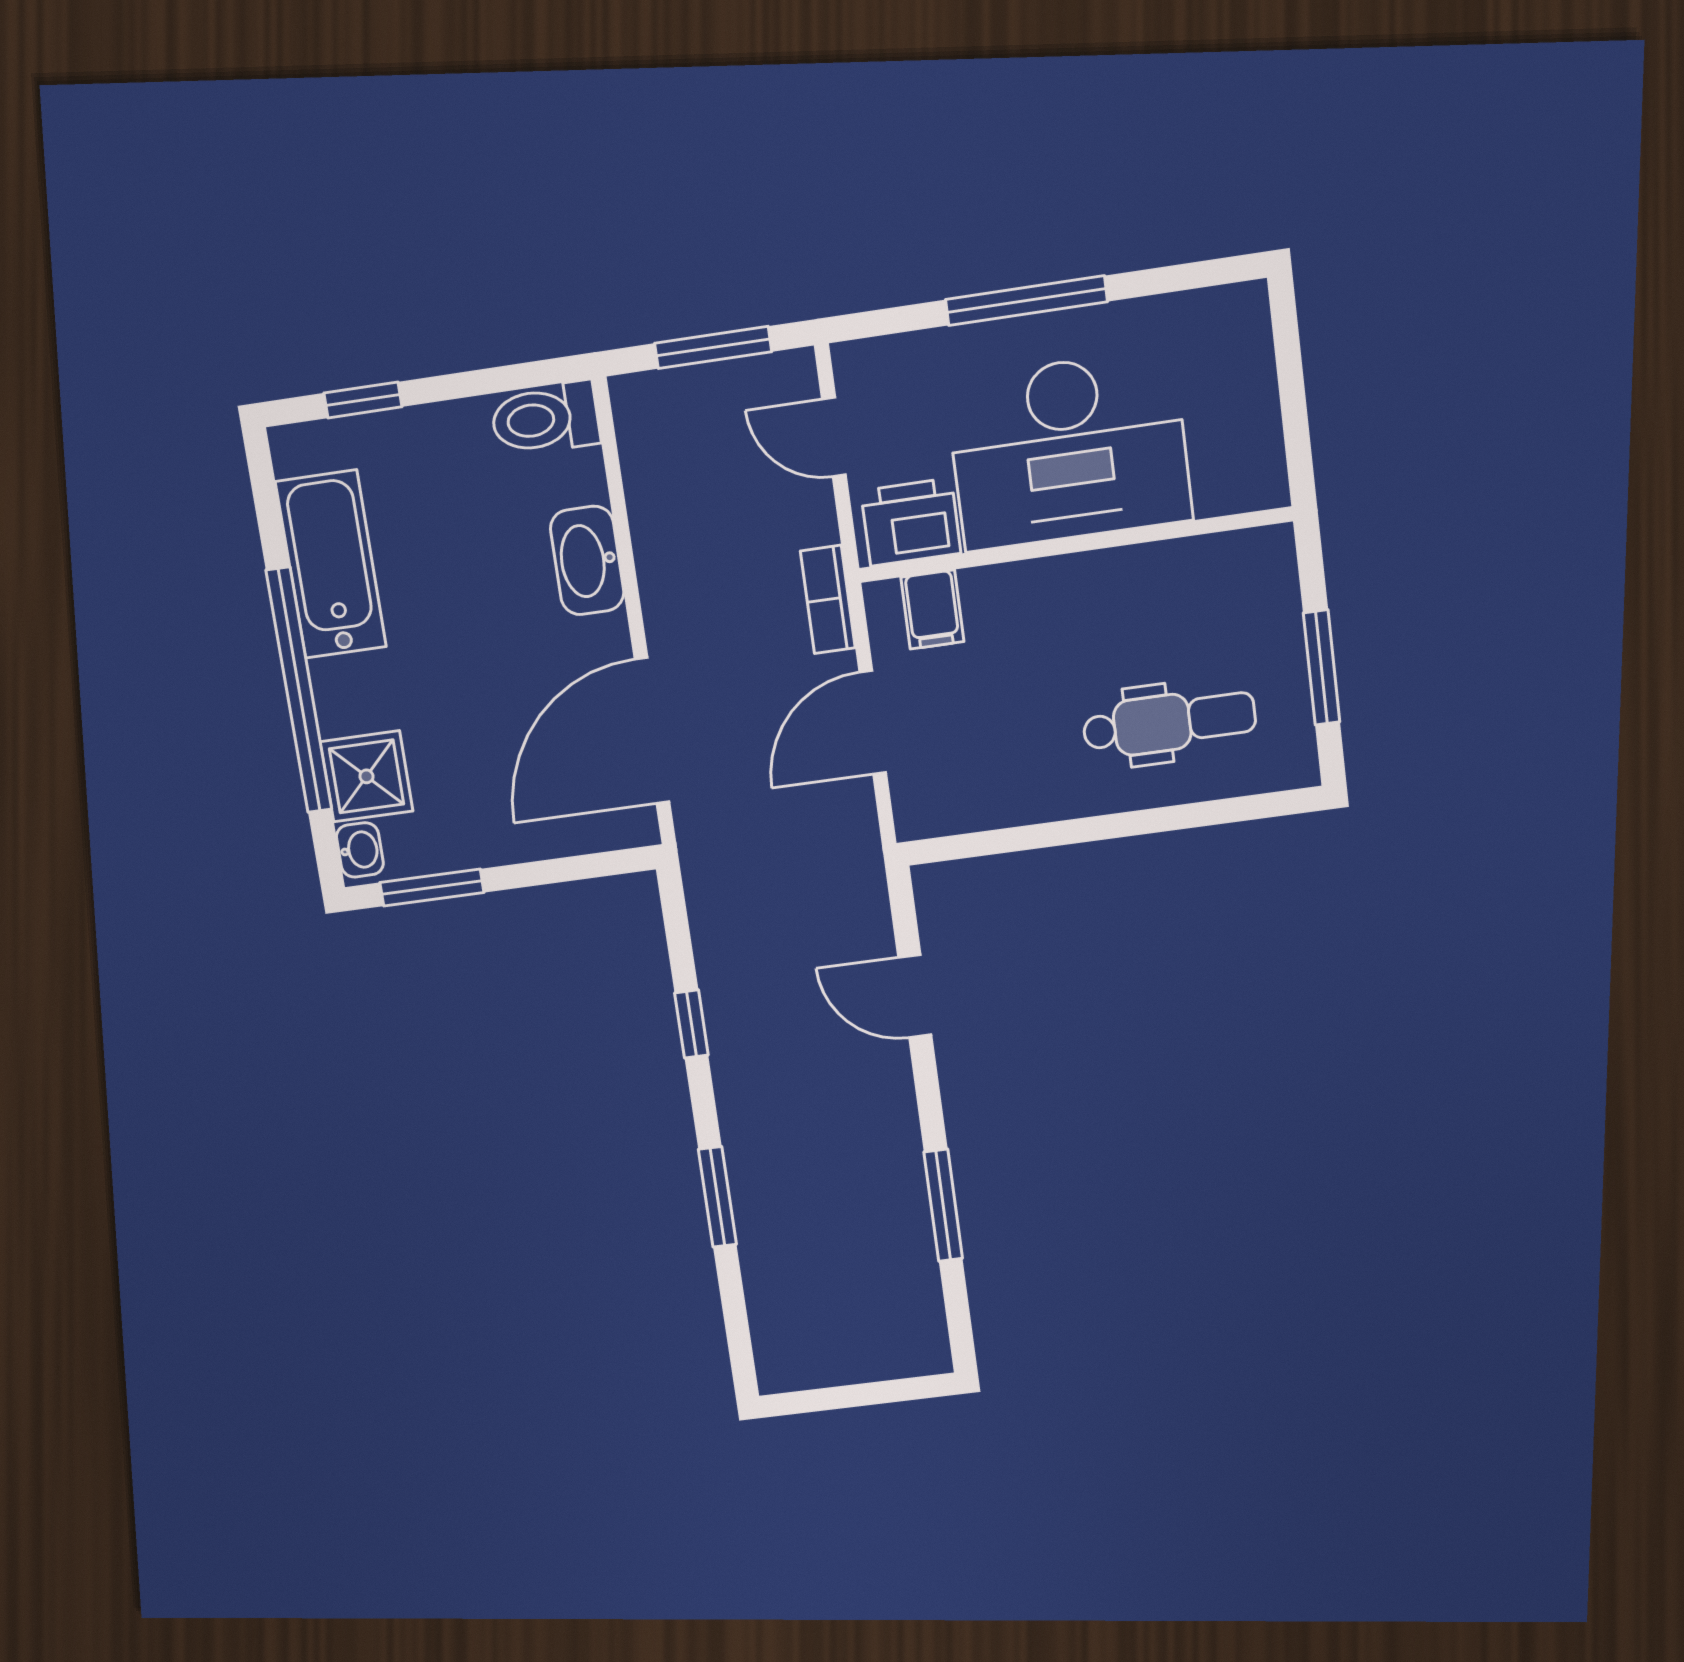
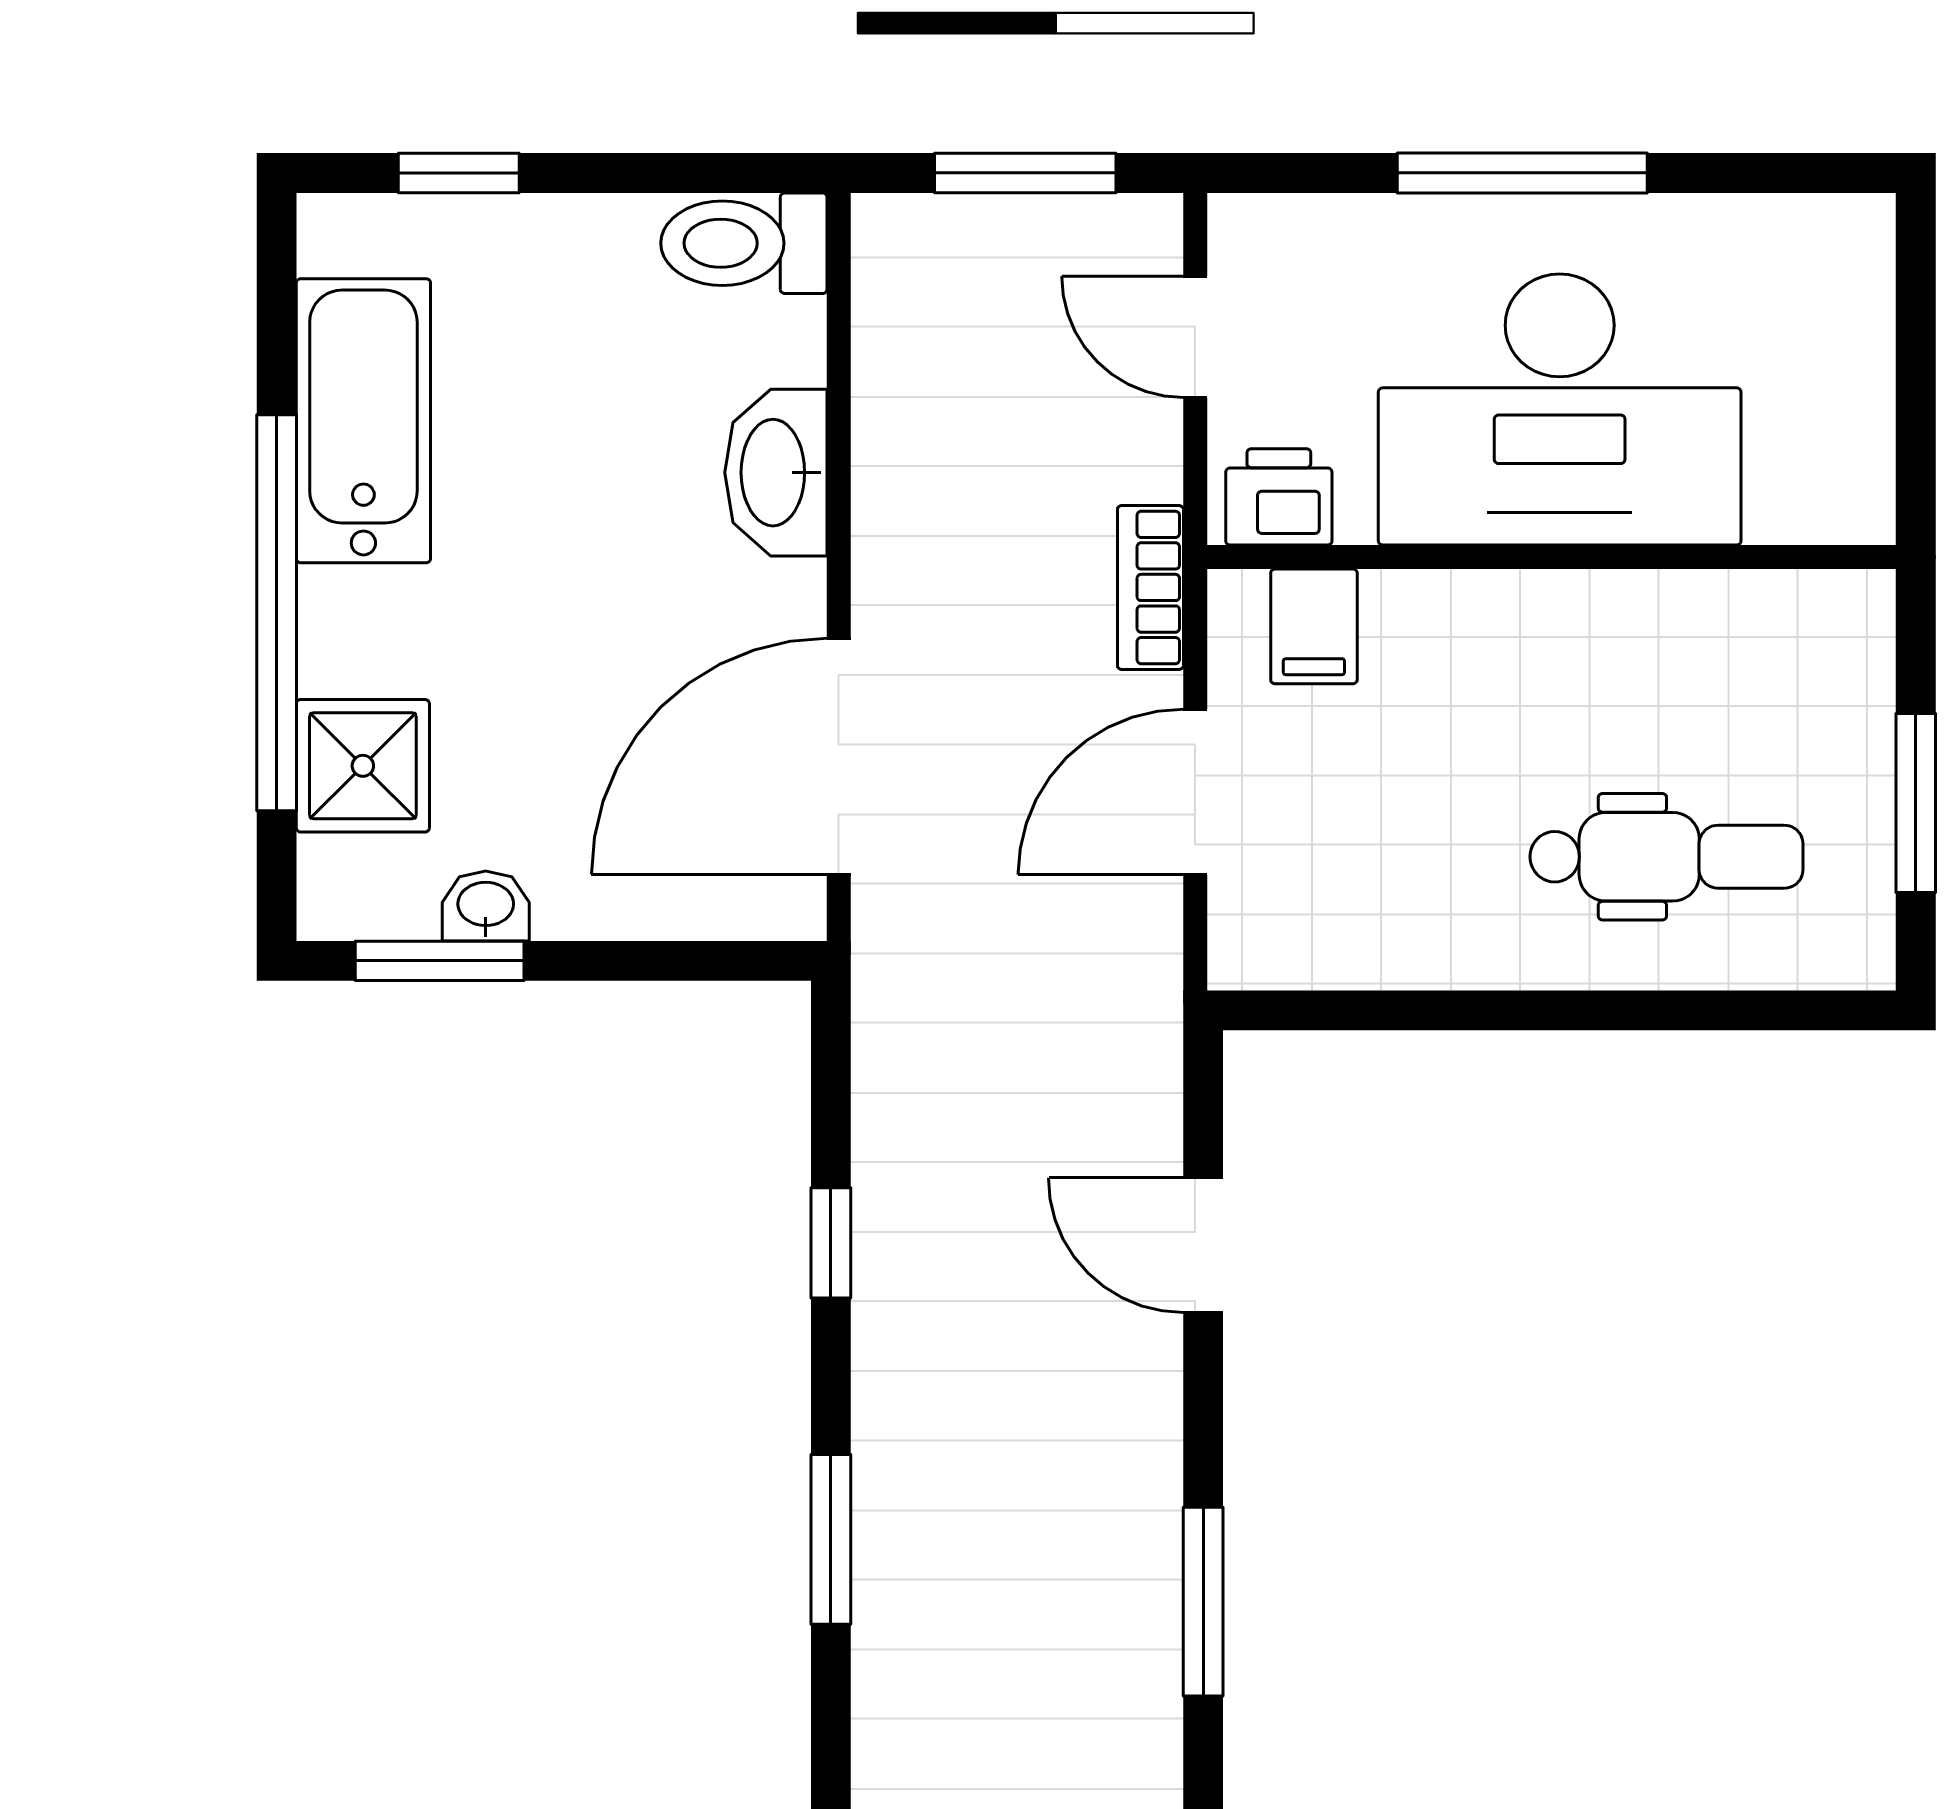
printer: (911, 522) -> (1279, 497), width x0.73, depth x0.81
washbasin: (360, 850) -> (486, 906), moved, turned -90

